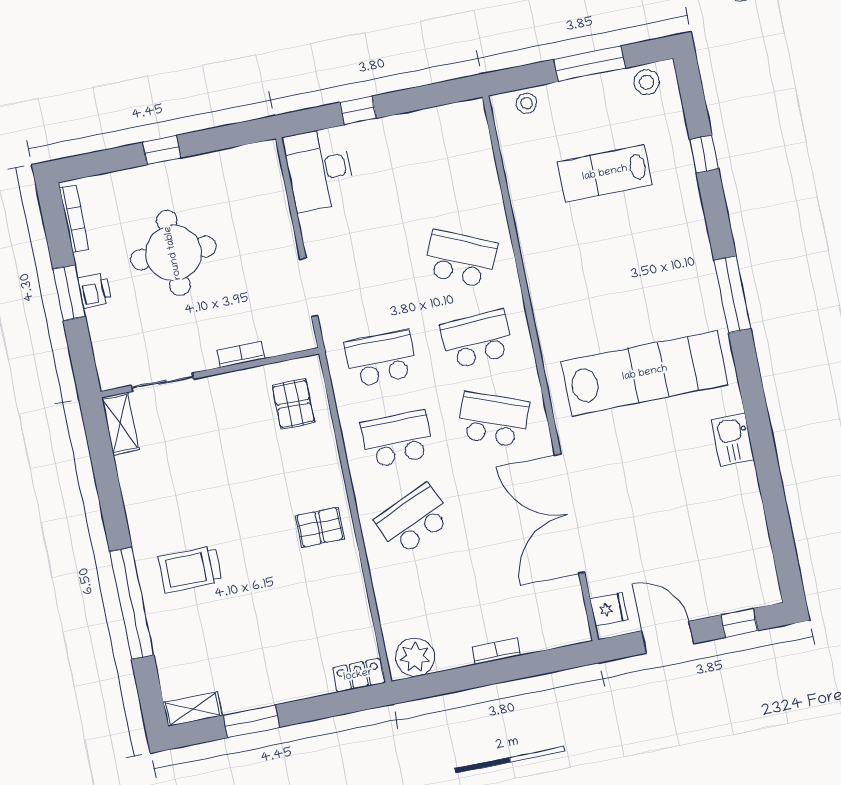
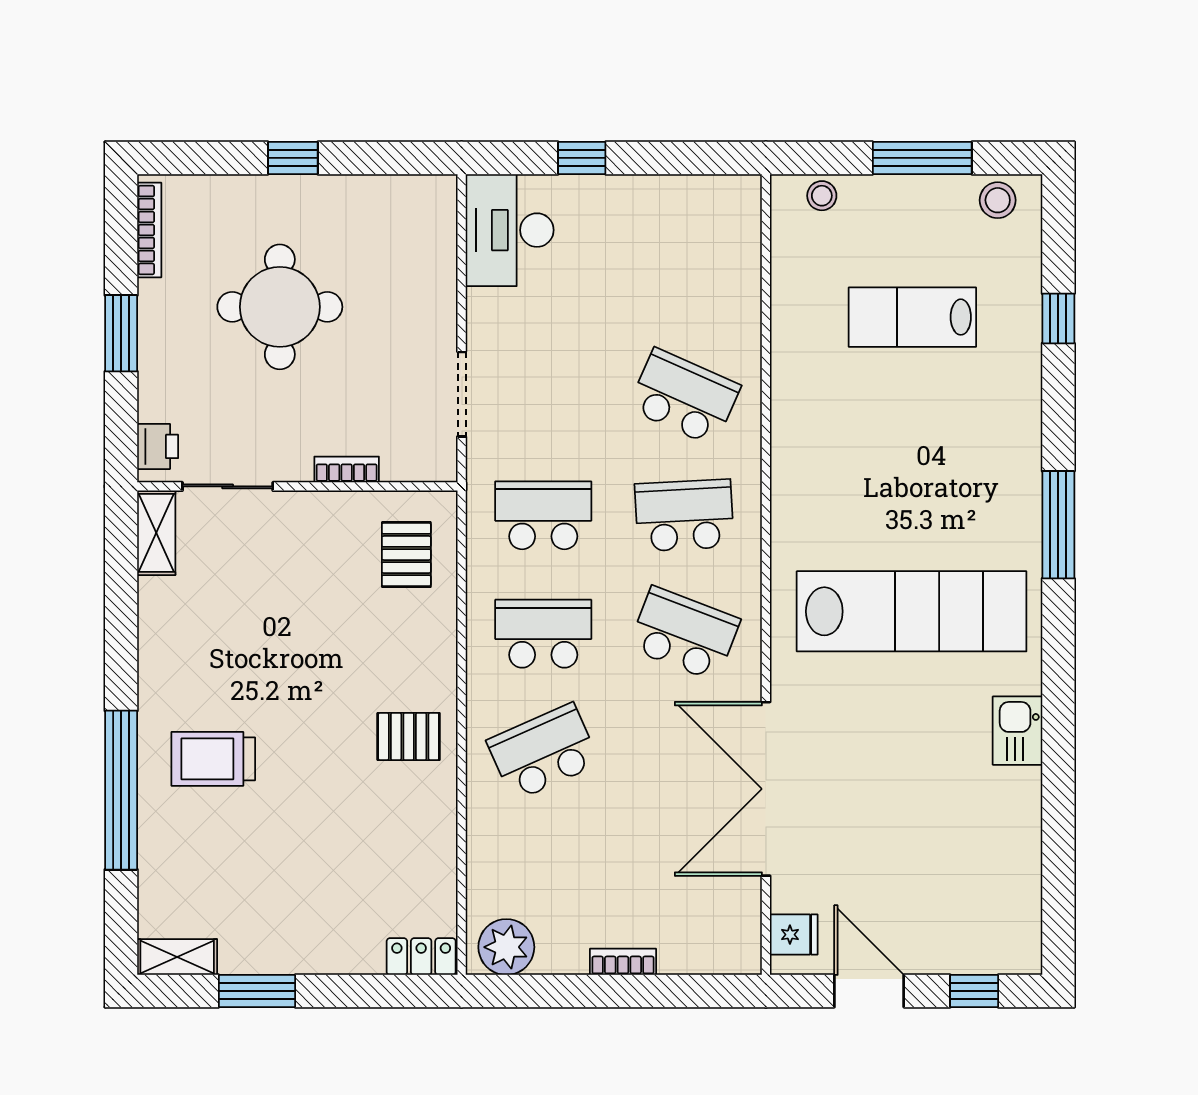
printer: (95, 290) -> (158, 446), moved

